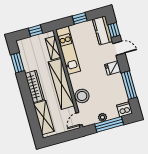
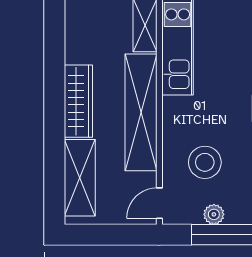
window: (17, 63) -> (54, 36), removed
stool: (82, 96) -> (205, 162), moved

